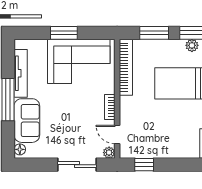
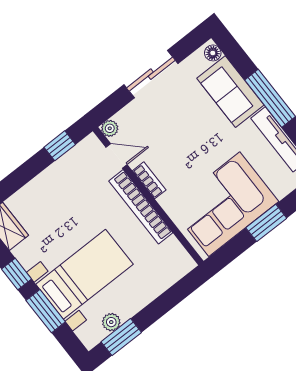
window: (154, 33) -> (165, 303), removed
bookcase: (126, 67) -> (141, 207), moved
sliding door: (77, 165) -> (151, 74), moved

